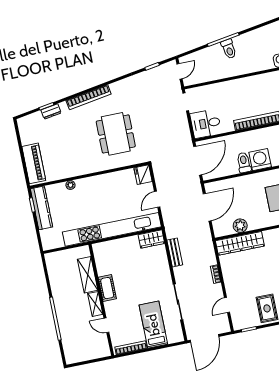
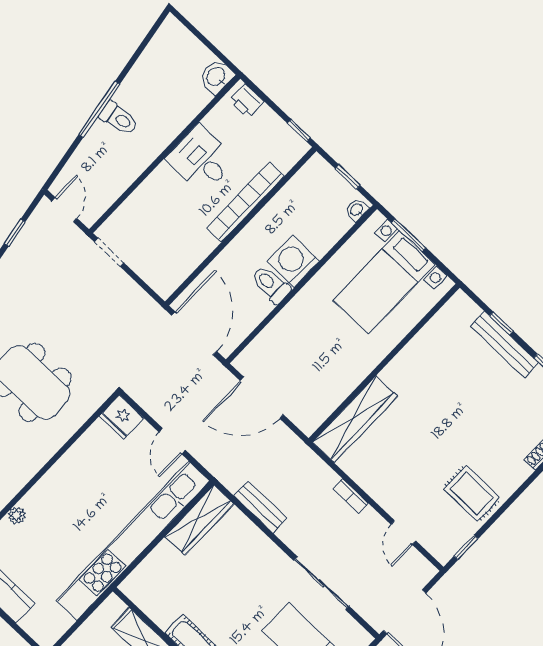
desk: (206, 124) -> (201, 159), moved, turned 90
door: (207, 207) -> (262, 398), swing flipped
plant: (240, 226) -> (336, 390), removed
wardrobe: (151, 239) -> (199, 520), width x1.50

